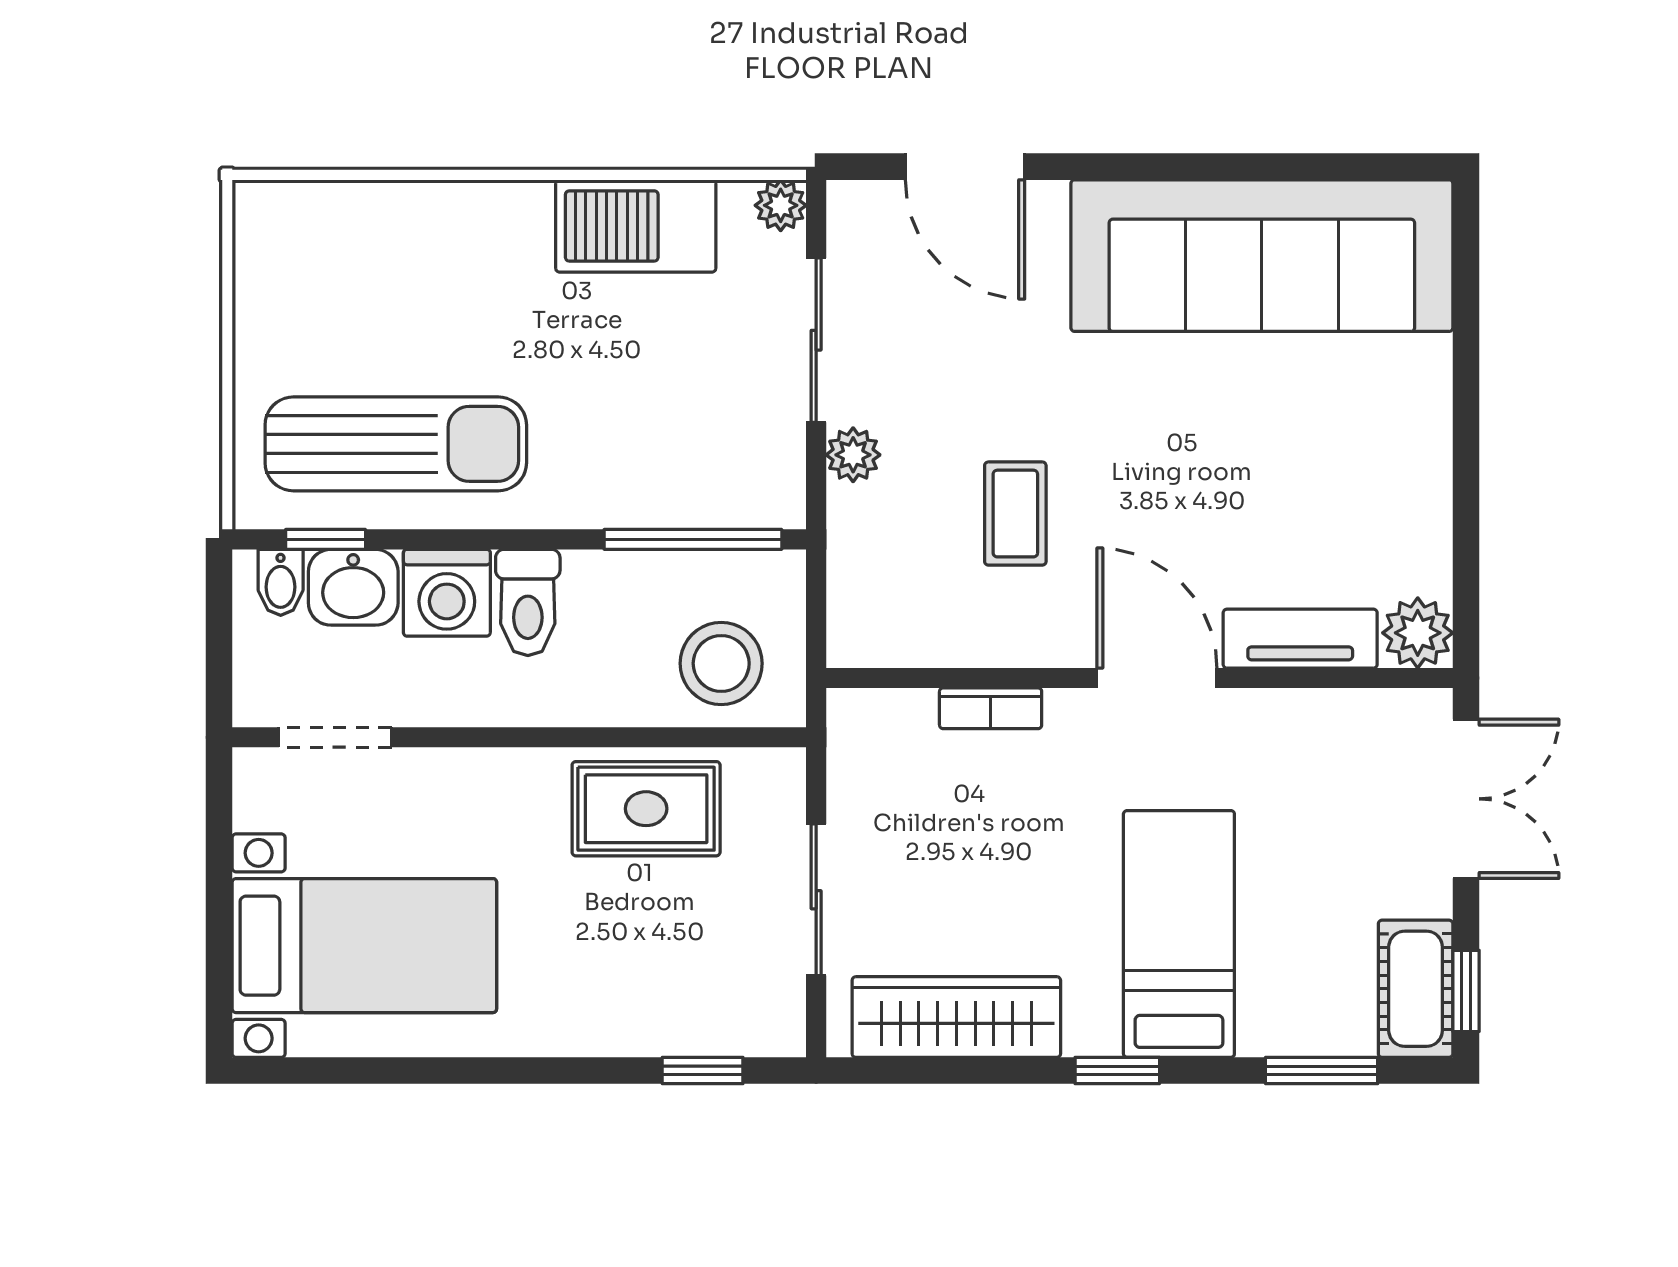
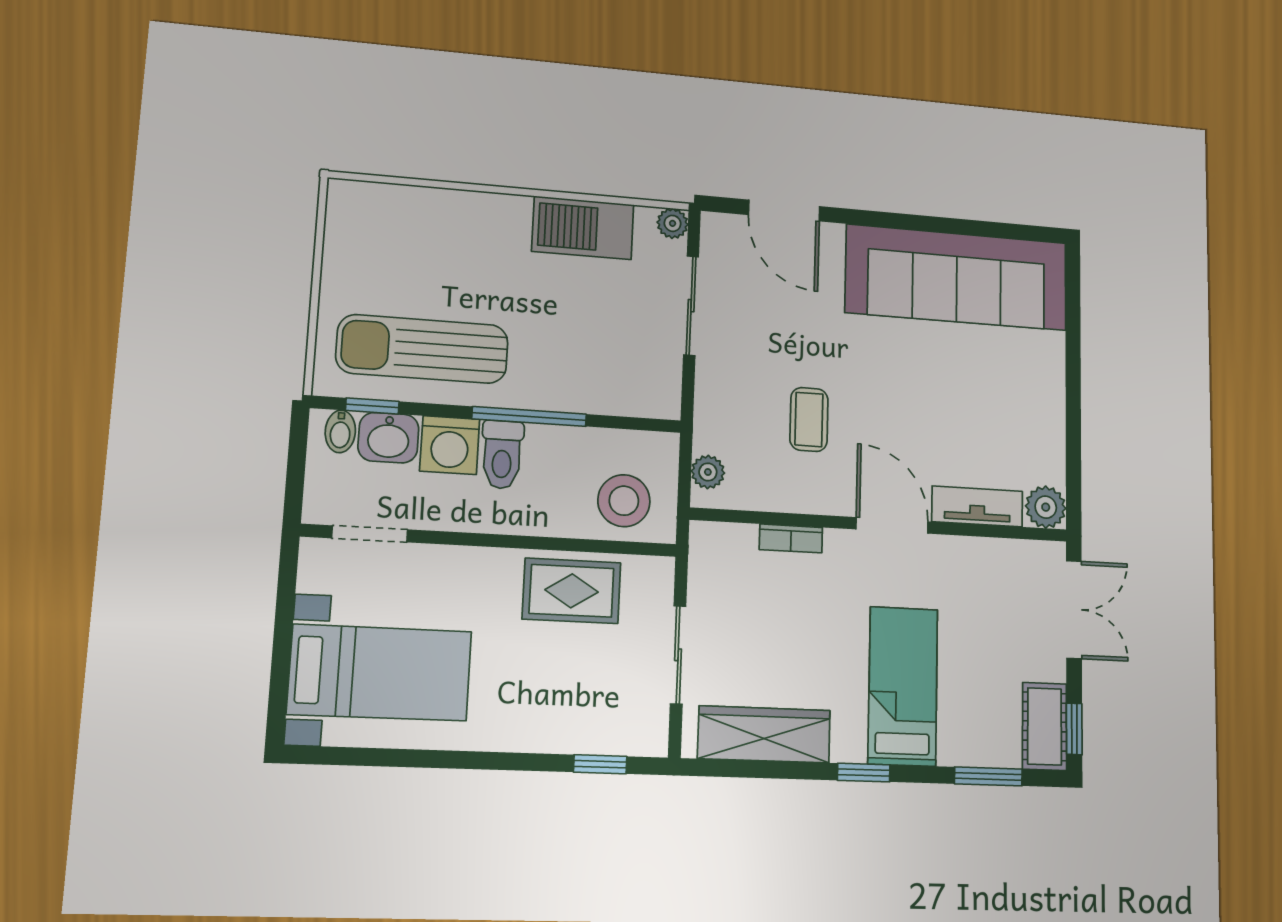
sun lounger: (396, 444) -> (422, 349), turned 180
plant: (853, 455) -> (708, 472), moved
window: (693, 539) -> (529, 416), moved

